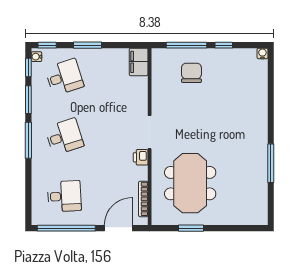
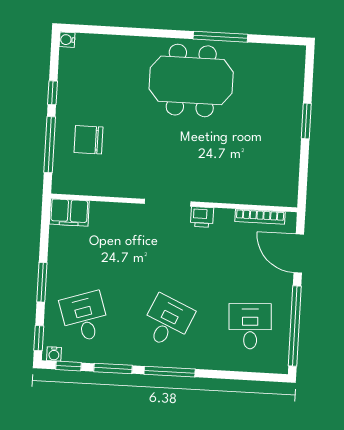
desk: (64, 137) -> (167, 322), turned 42
meeting table: (190, 183) -> (191, 80), moved
window: (191, 228) -> (306, 121), moved

